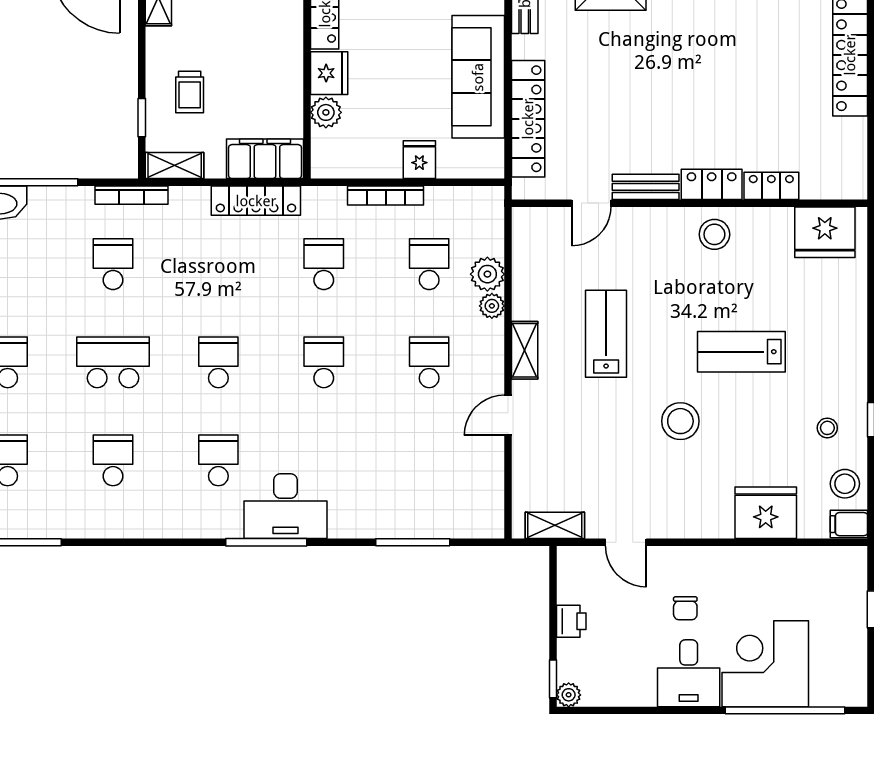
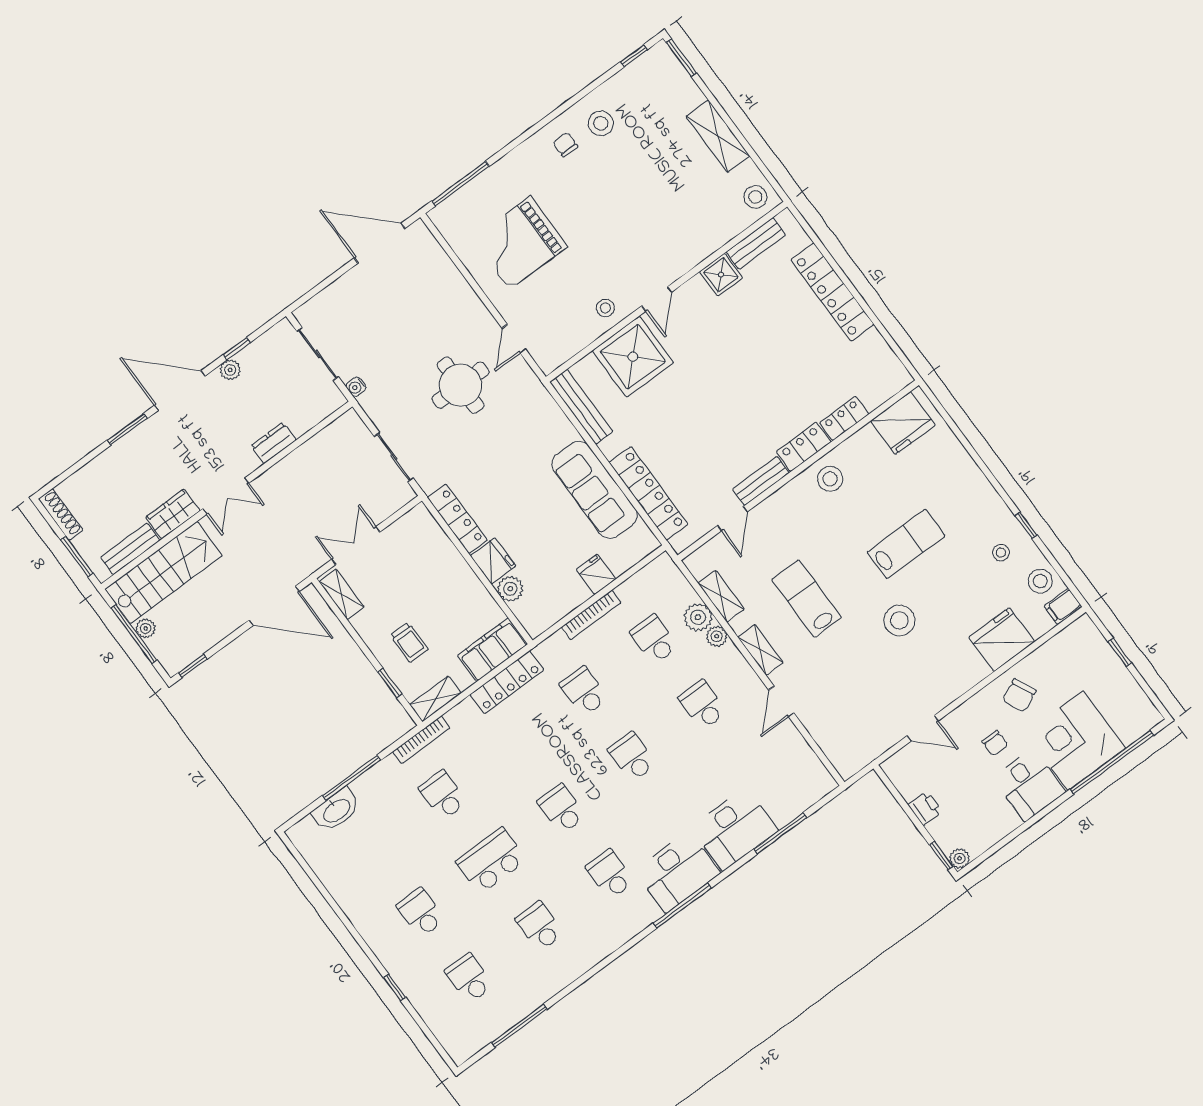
lab bench: (741, 352) -> (906, 544), turned 180
desk: (371, 506) -> (735, 829), added
shelving: (555, 525) -> (721, 596), moved, turned 90
chair: (743, 579) -> (1019, 695), added

